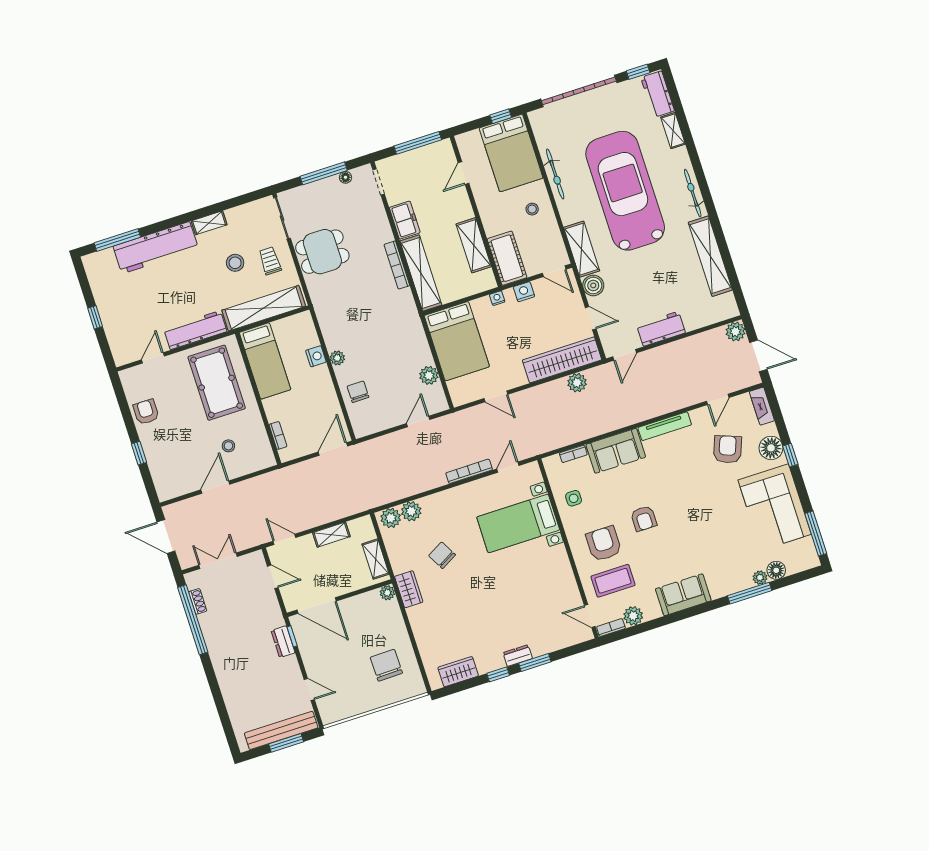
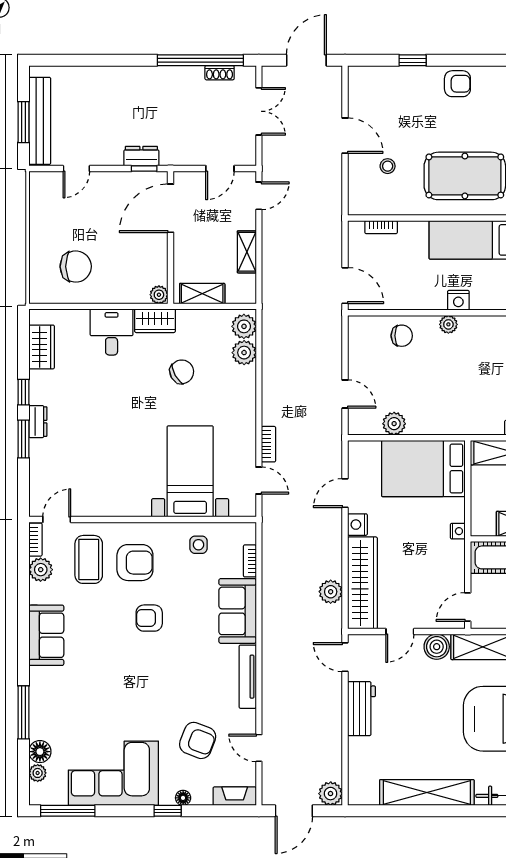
nightstand: (524, 292) -> (357, 525), moved, turned 180
floor lamp: (771, 448) -> (183, 798), width x0.53, depth x0.53
bookcase: (469, 471) -> (269, 444), width x0.64
plant: (760, 578) -> (38, 773), moved
desk: (429, 620) -> (112, 332), added

